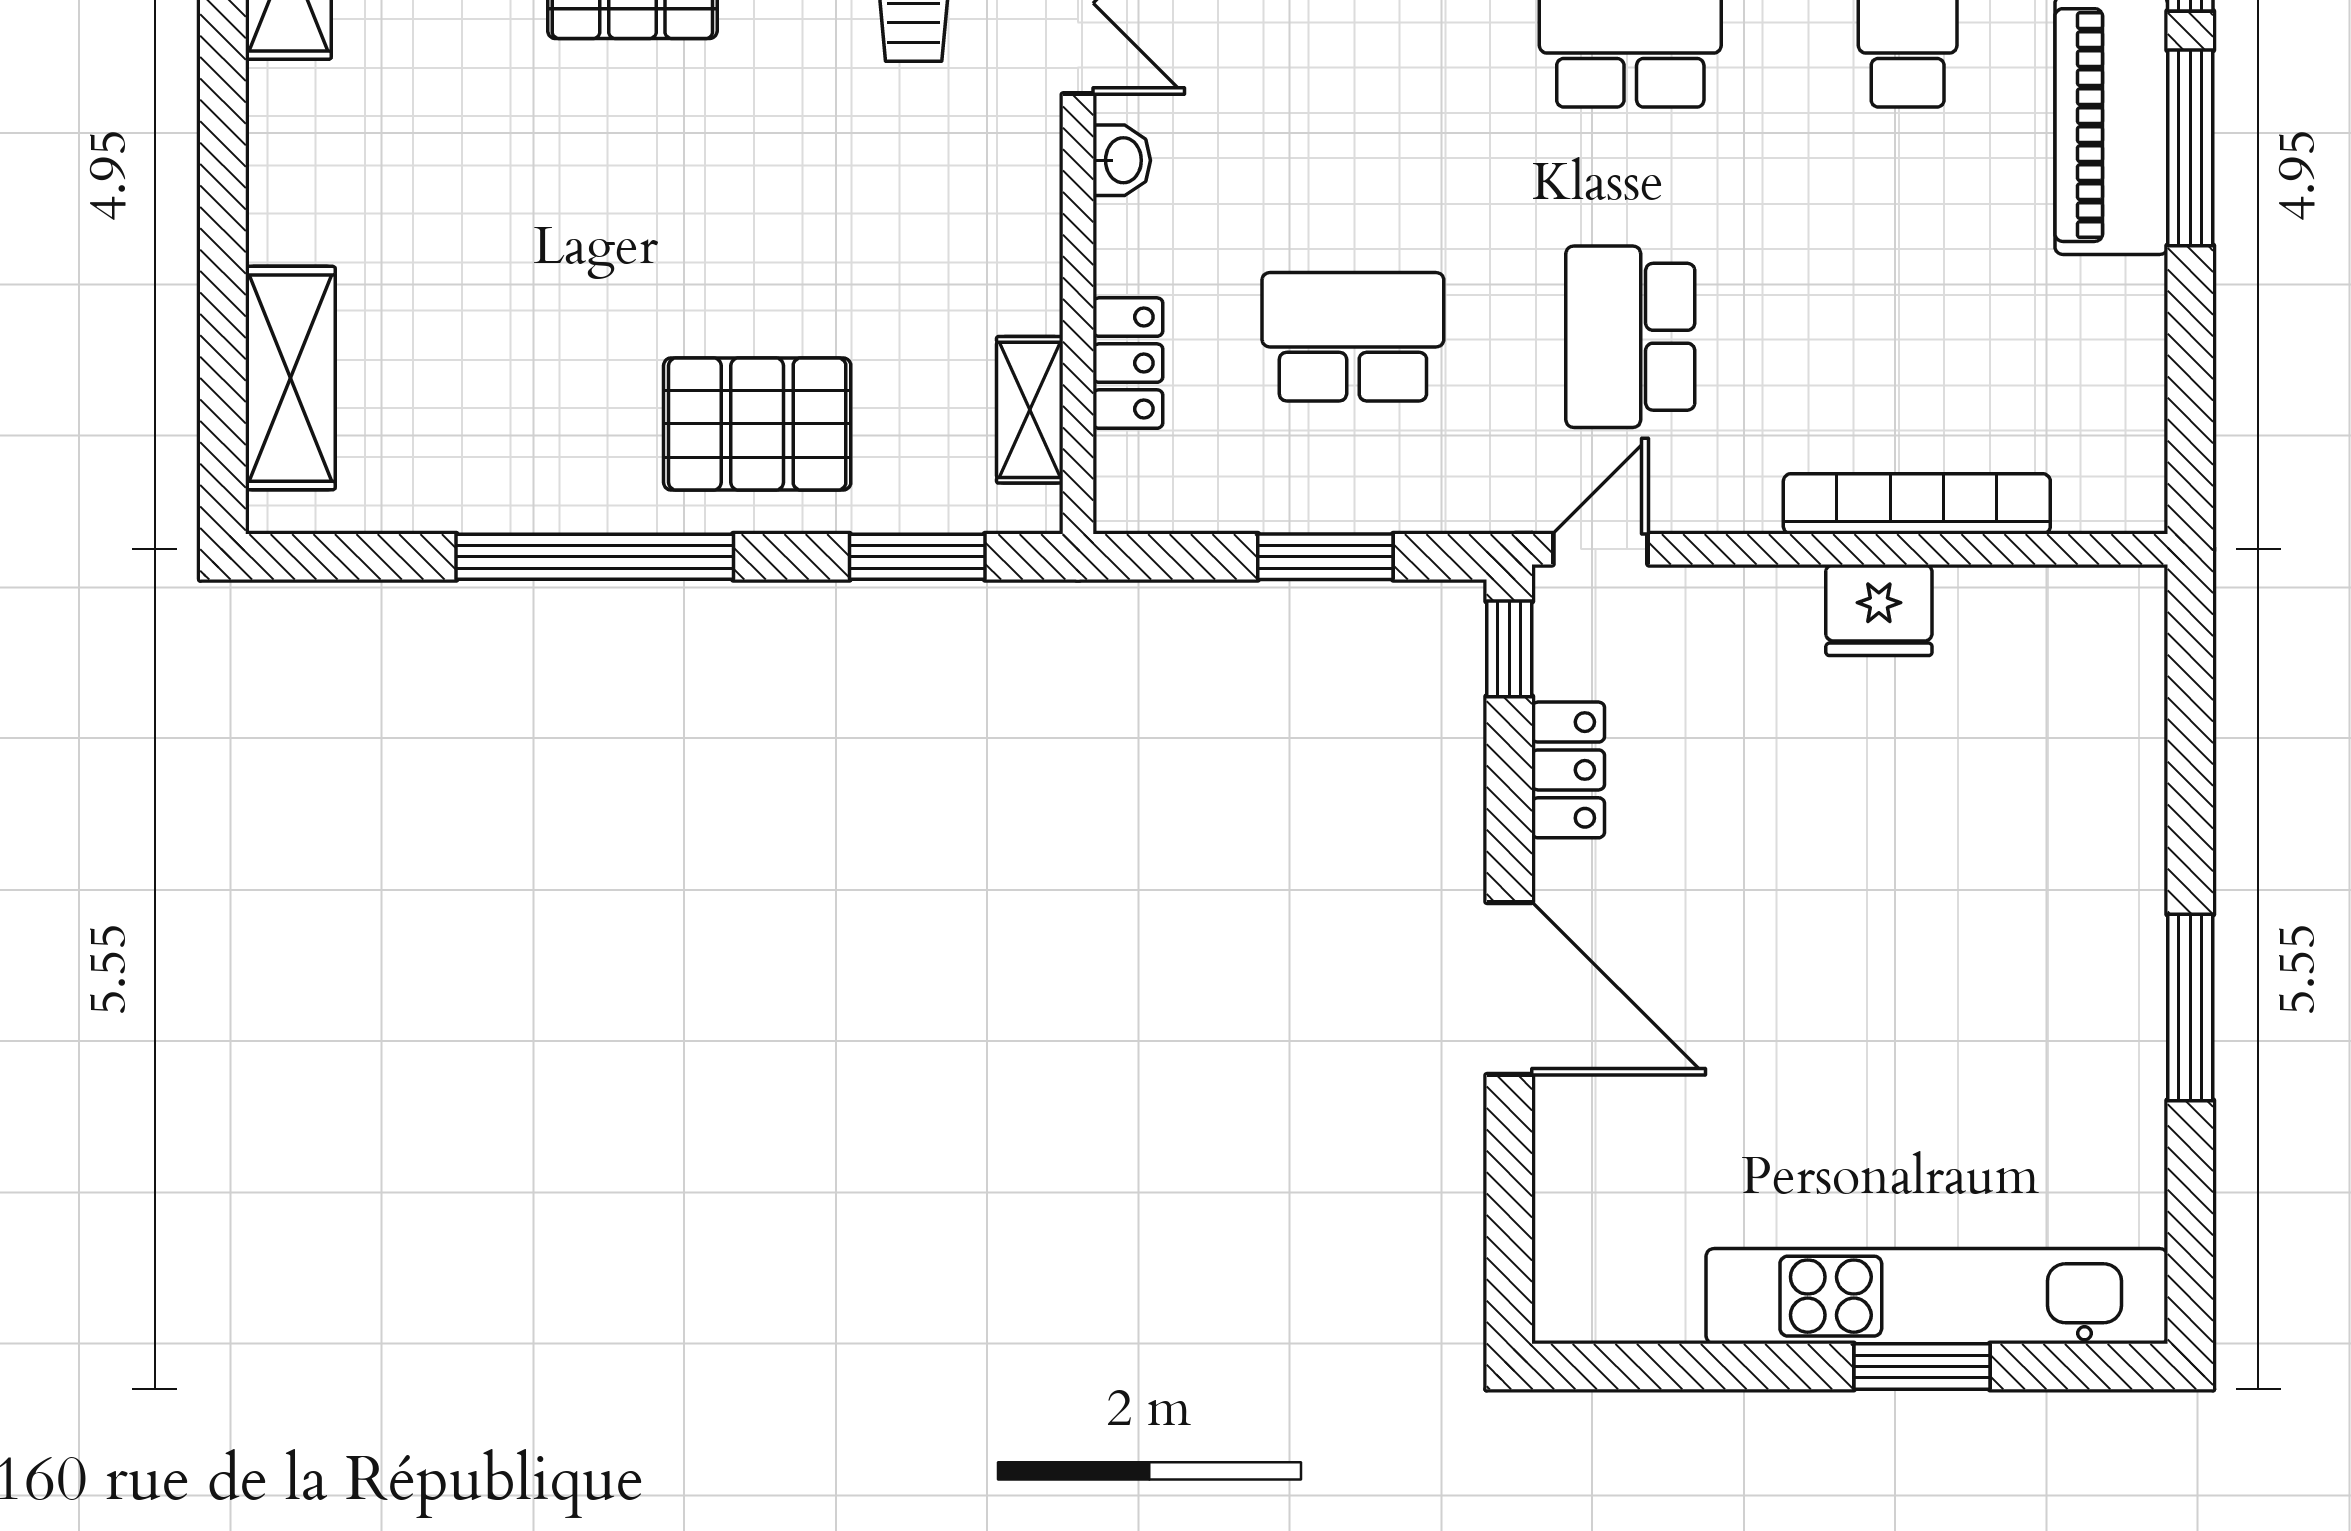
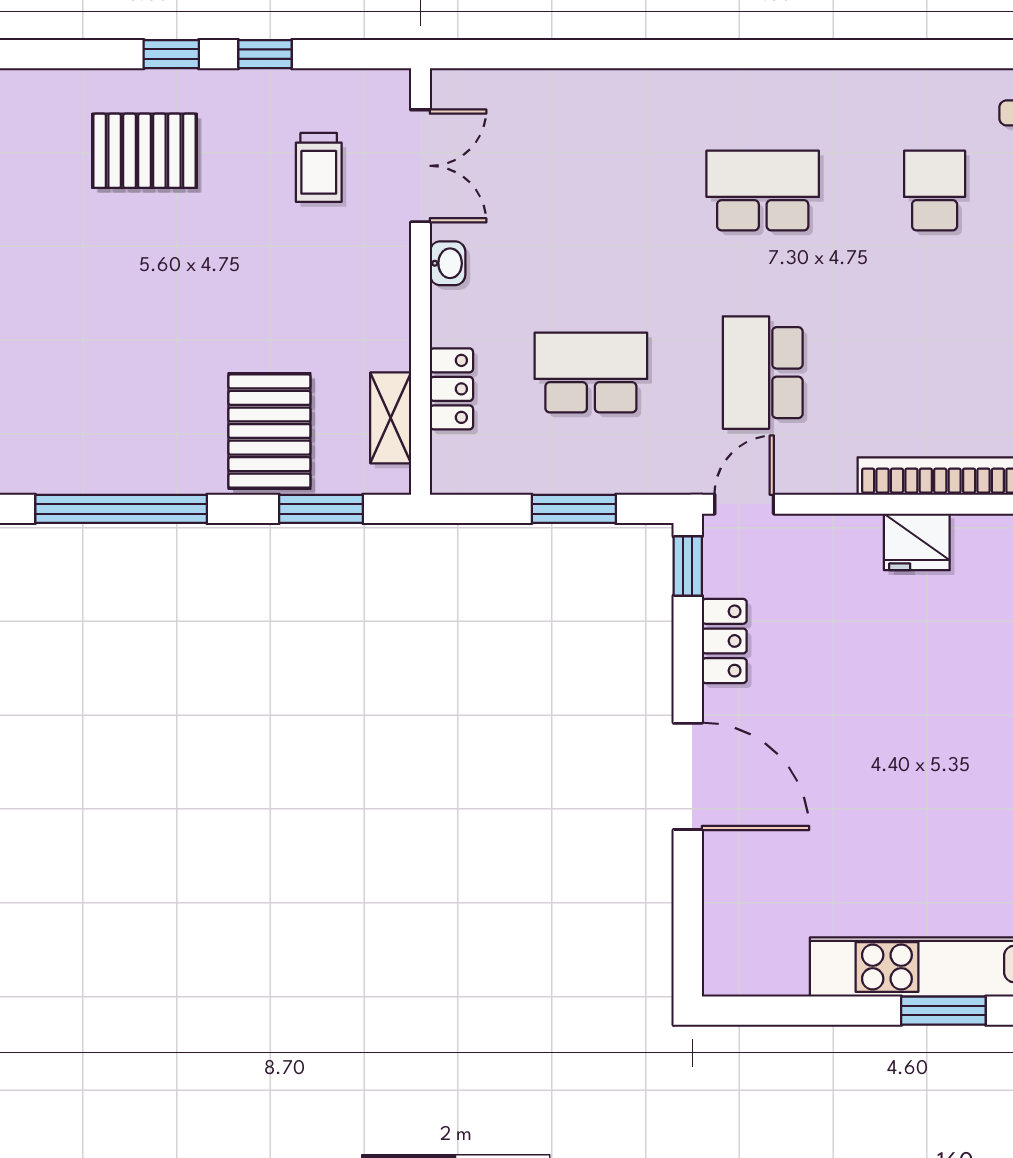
pallet: (757, 424) -> (269, 431), moved, turned 90

